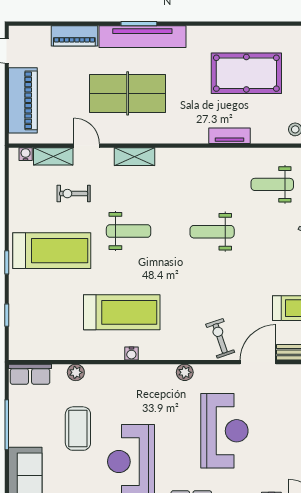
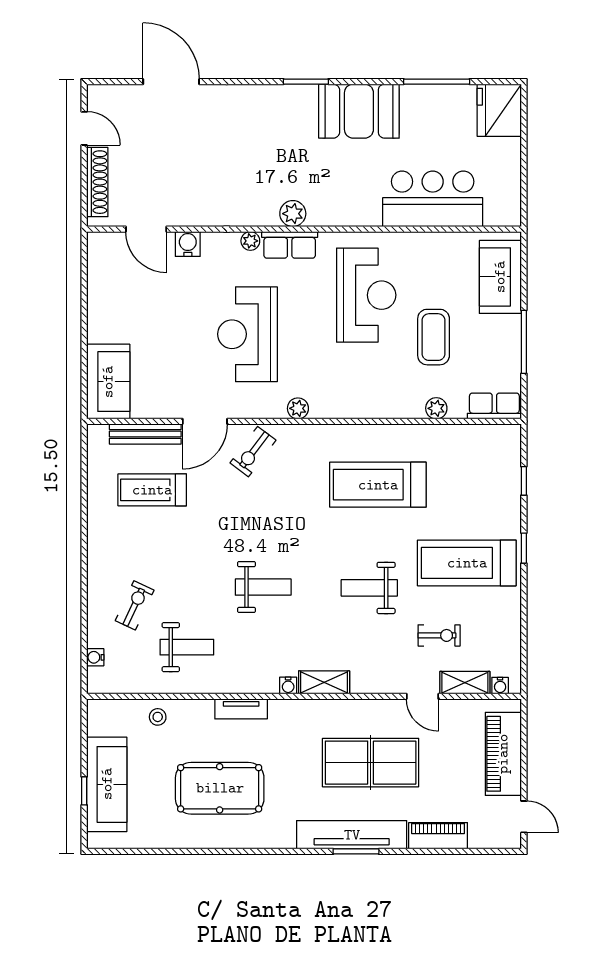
shelving: (135, 157) -> (324, 682), moved
exercise bike: (220, 338) -> (253, 452), turned 56
water cooler: (131, 354) -> (288, 685), moved, turned 180

